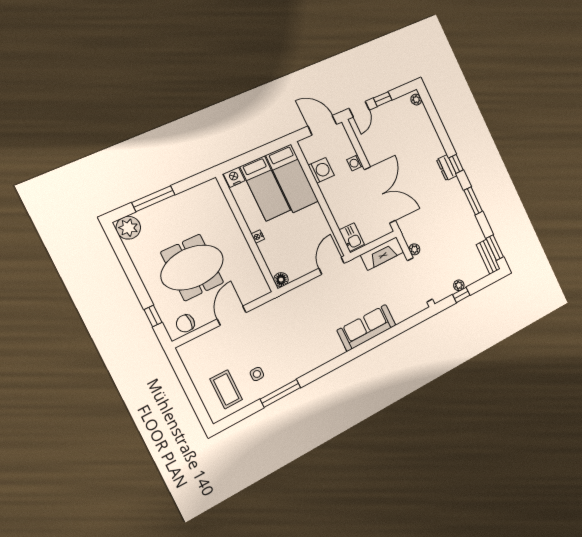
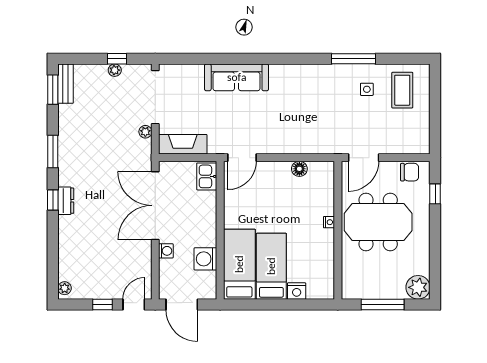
wall: (247, 233) -> (338, 230), moved
nightstand: (258, 236) -> (329, 222), moved

